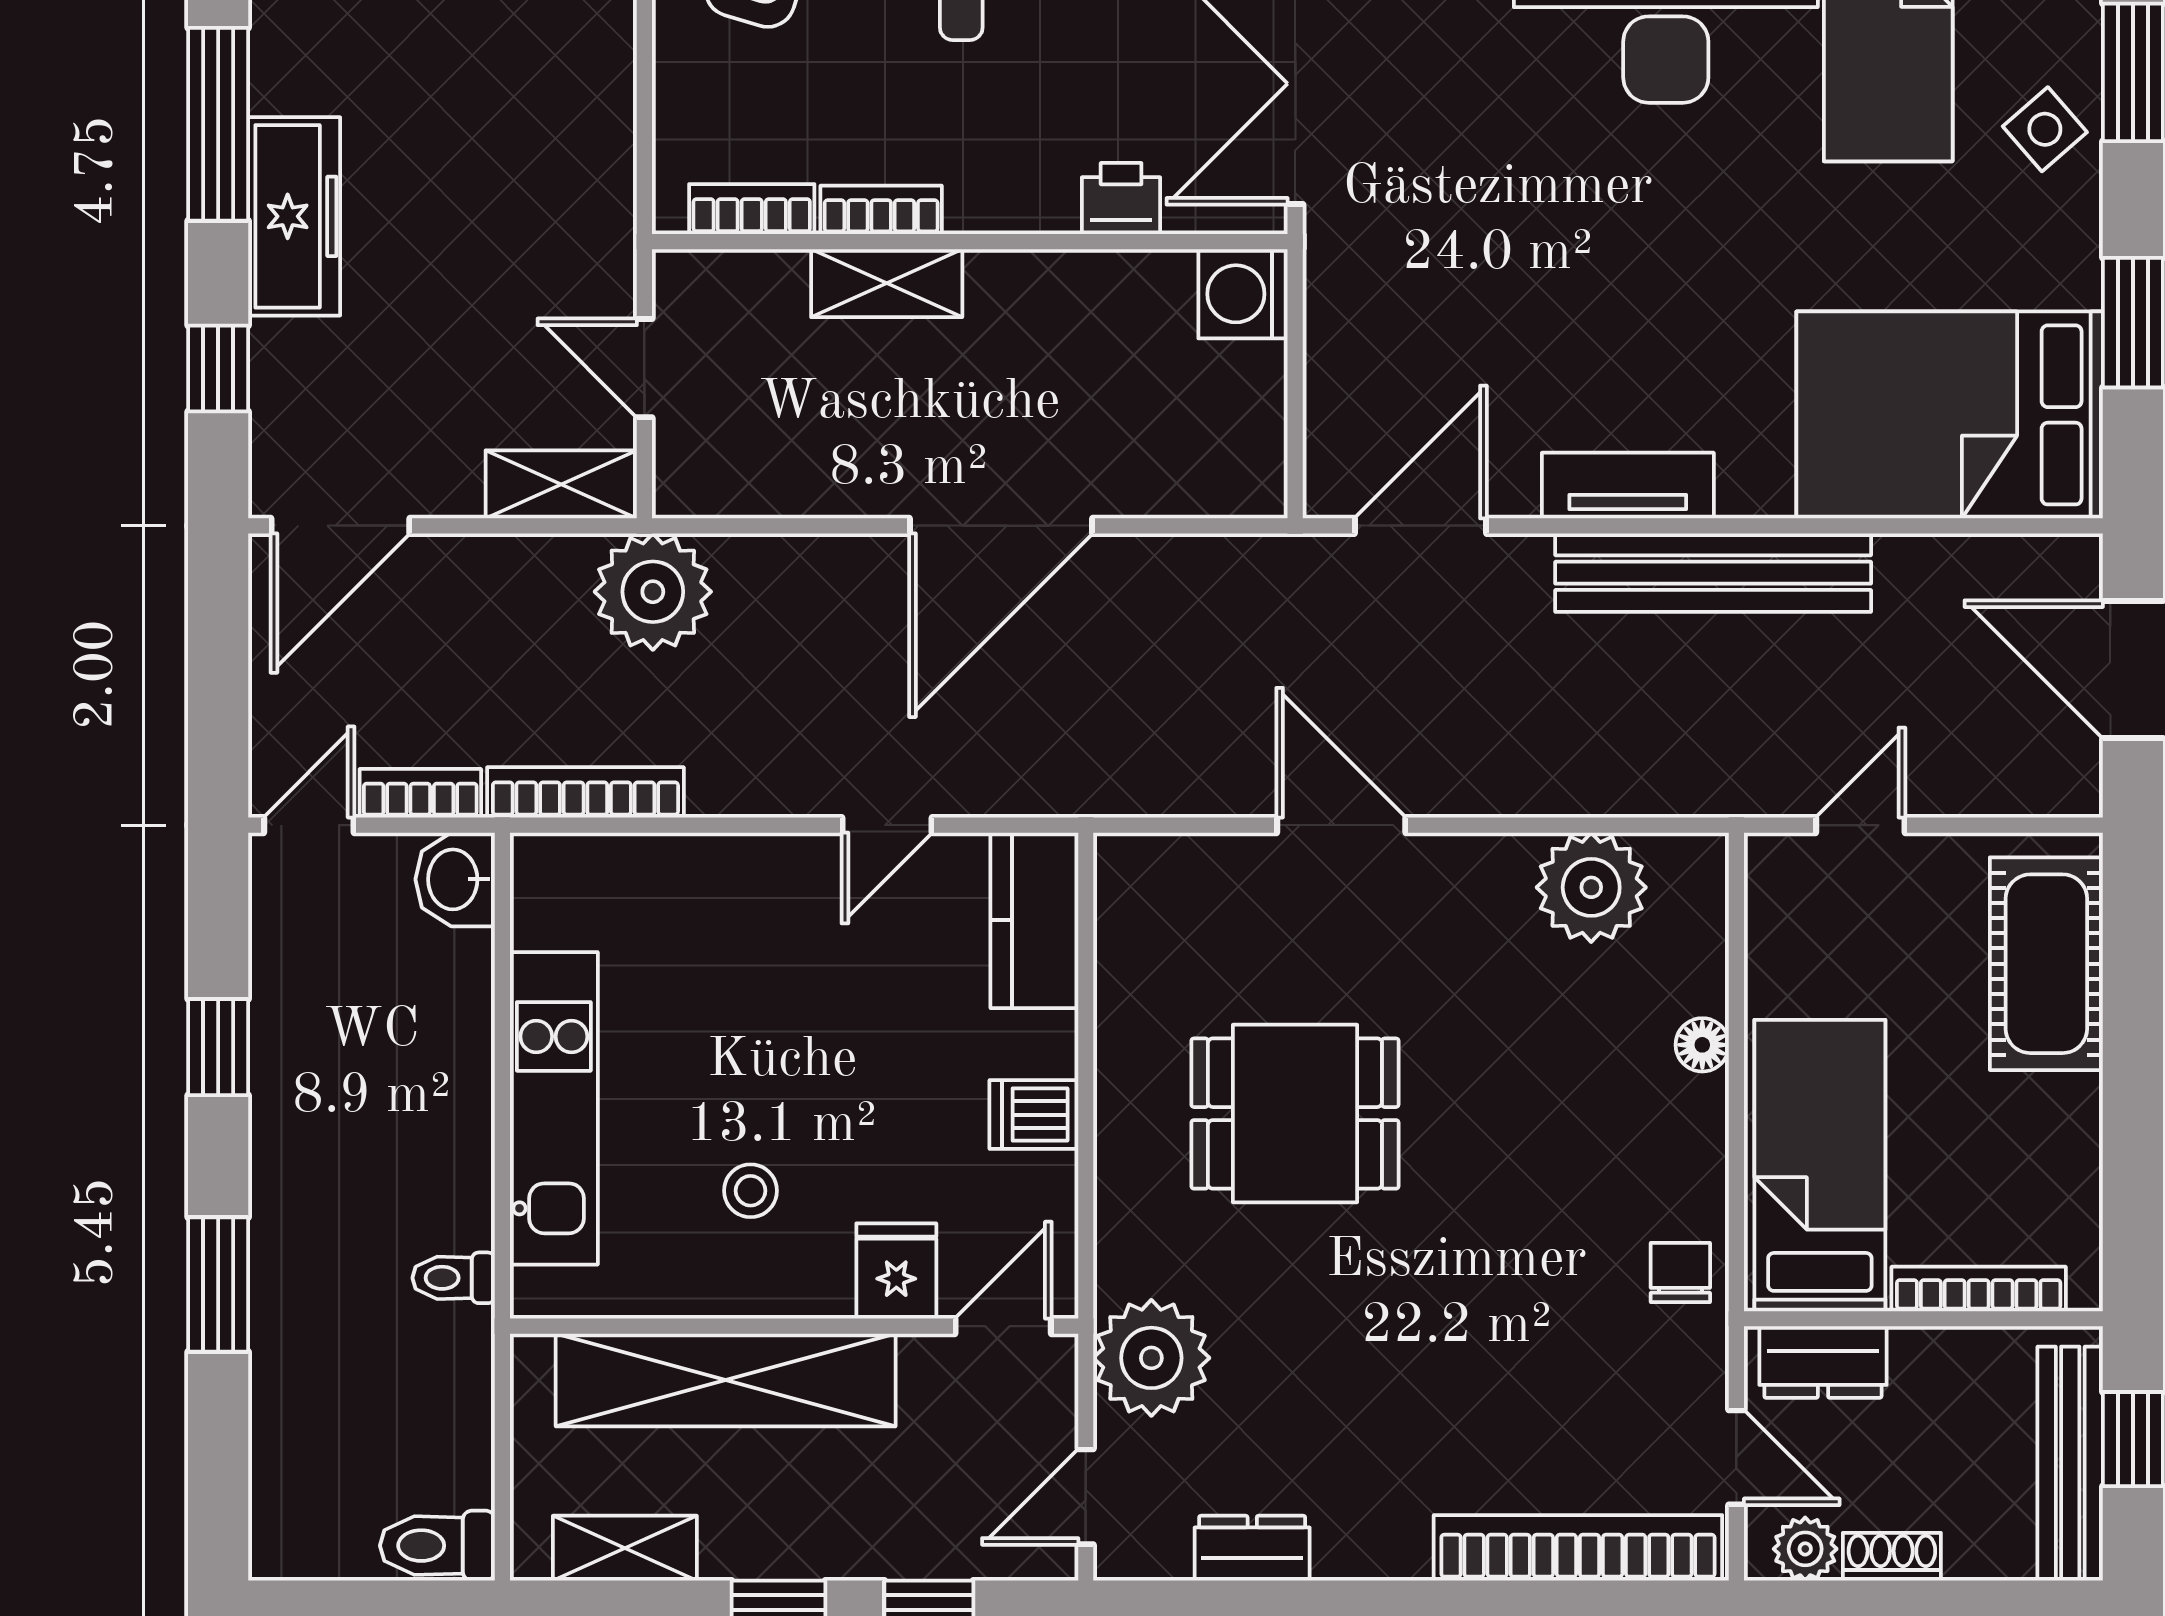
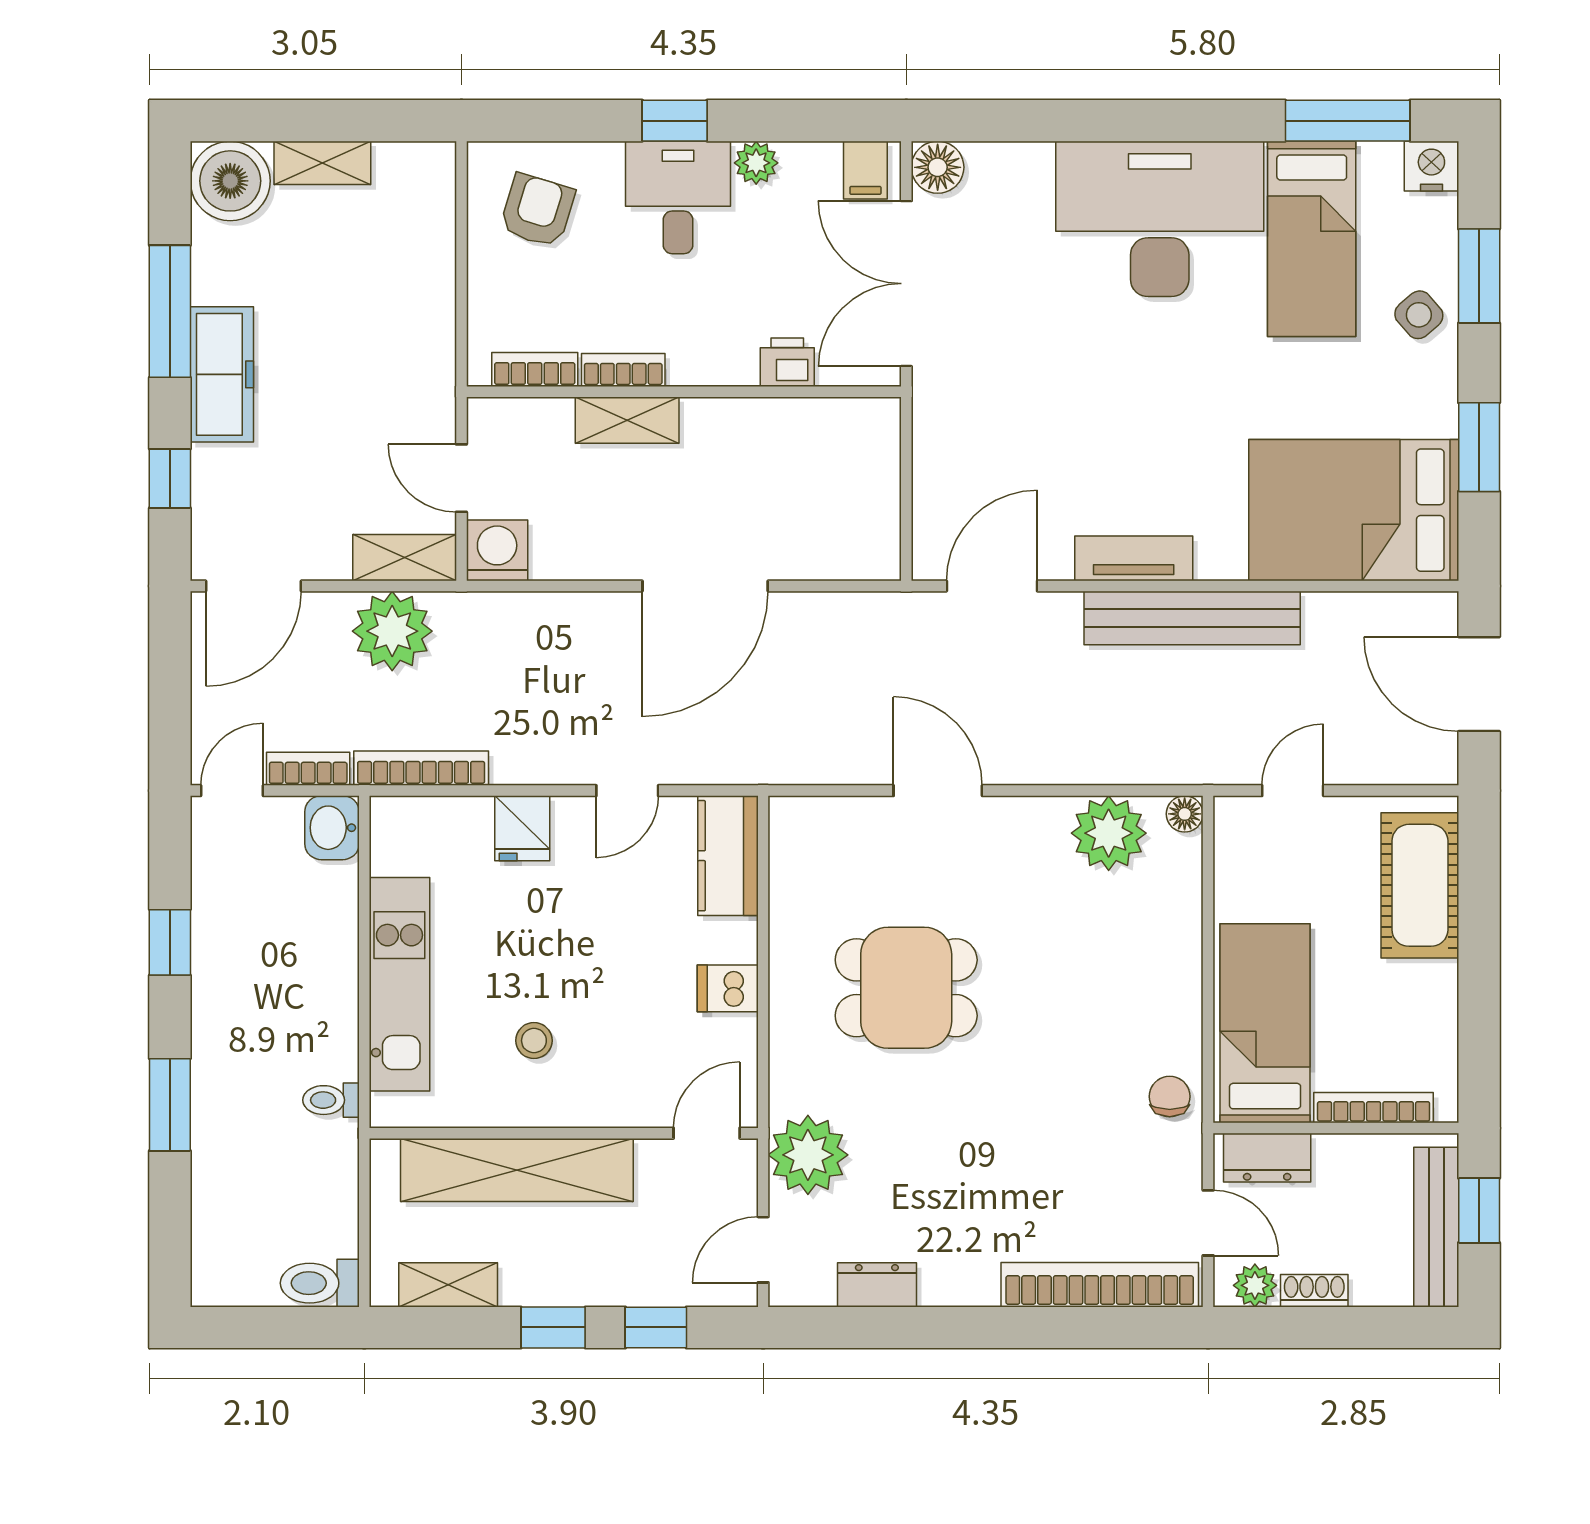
washing machine: (1243, 294) -> (497, 550), moved, turned 90
plant: (653, 592) -> (392, 631), moved
floor lamp: (1702, 1045) -> (1185, 814), moved
fridge: (896, 1271) -> (522, 828), moved, turned 180

